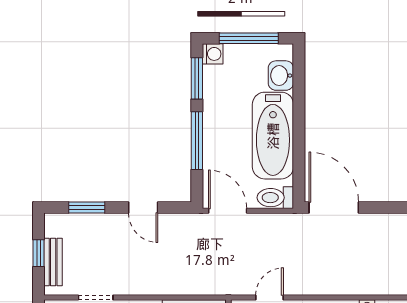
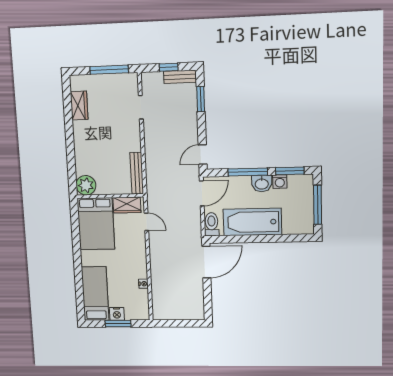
washing machine: (213, 54) -> (280, 182), moved
washbasin: (281, 76) -> (262, 184), moved, turned 180
door: (143, 207) -> (203, 154), moved
bench: (53, 262) -> (180, 77), moved

